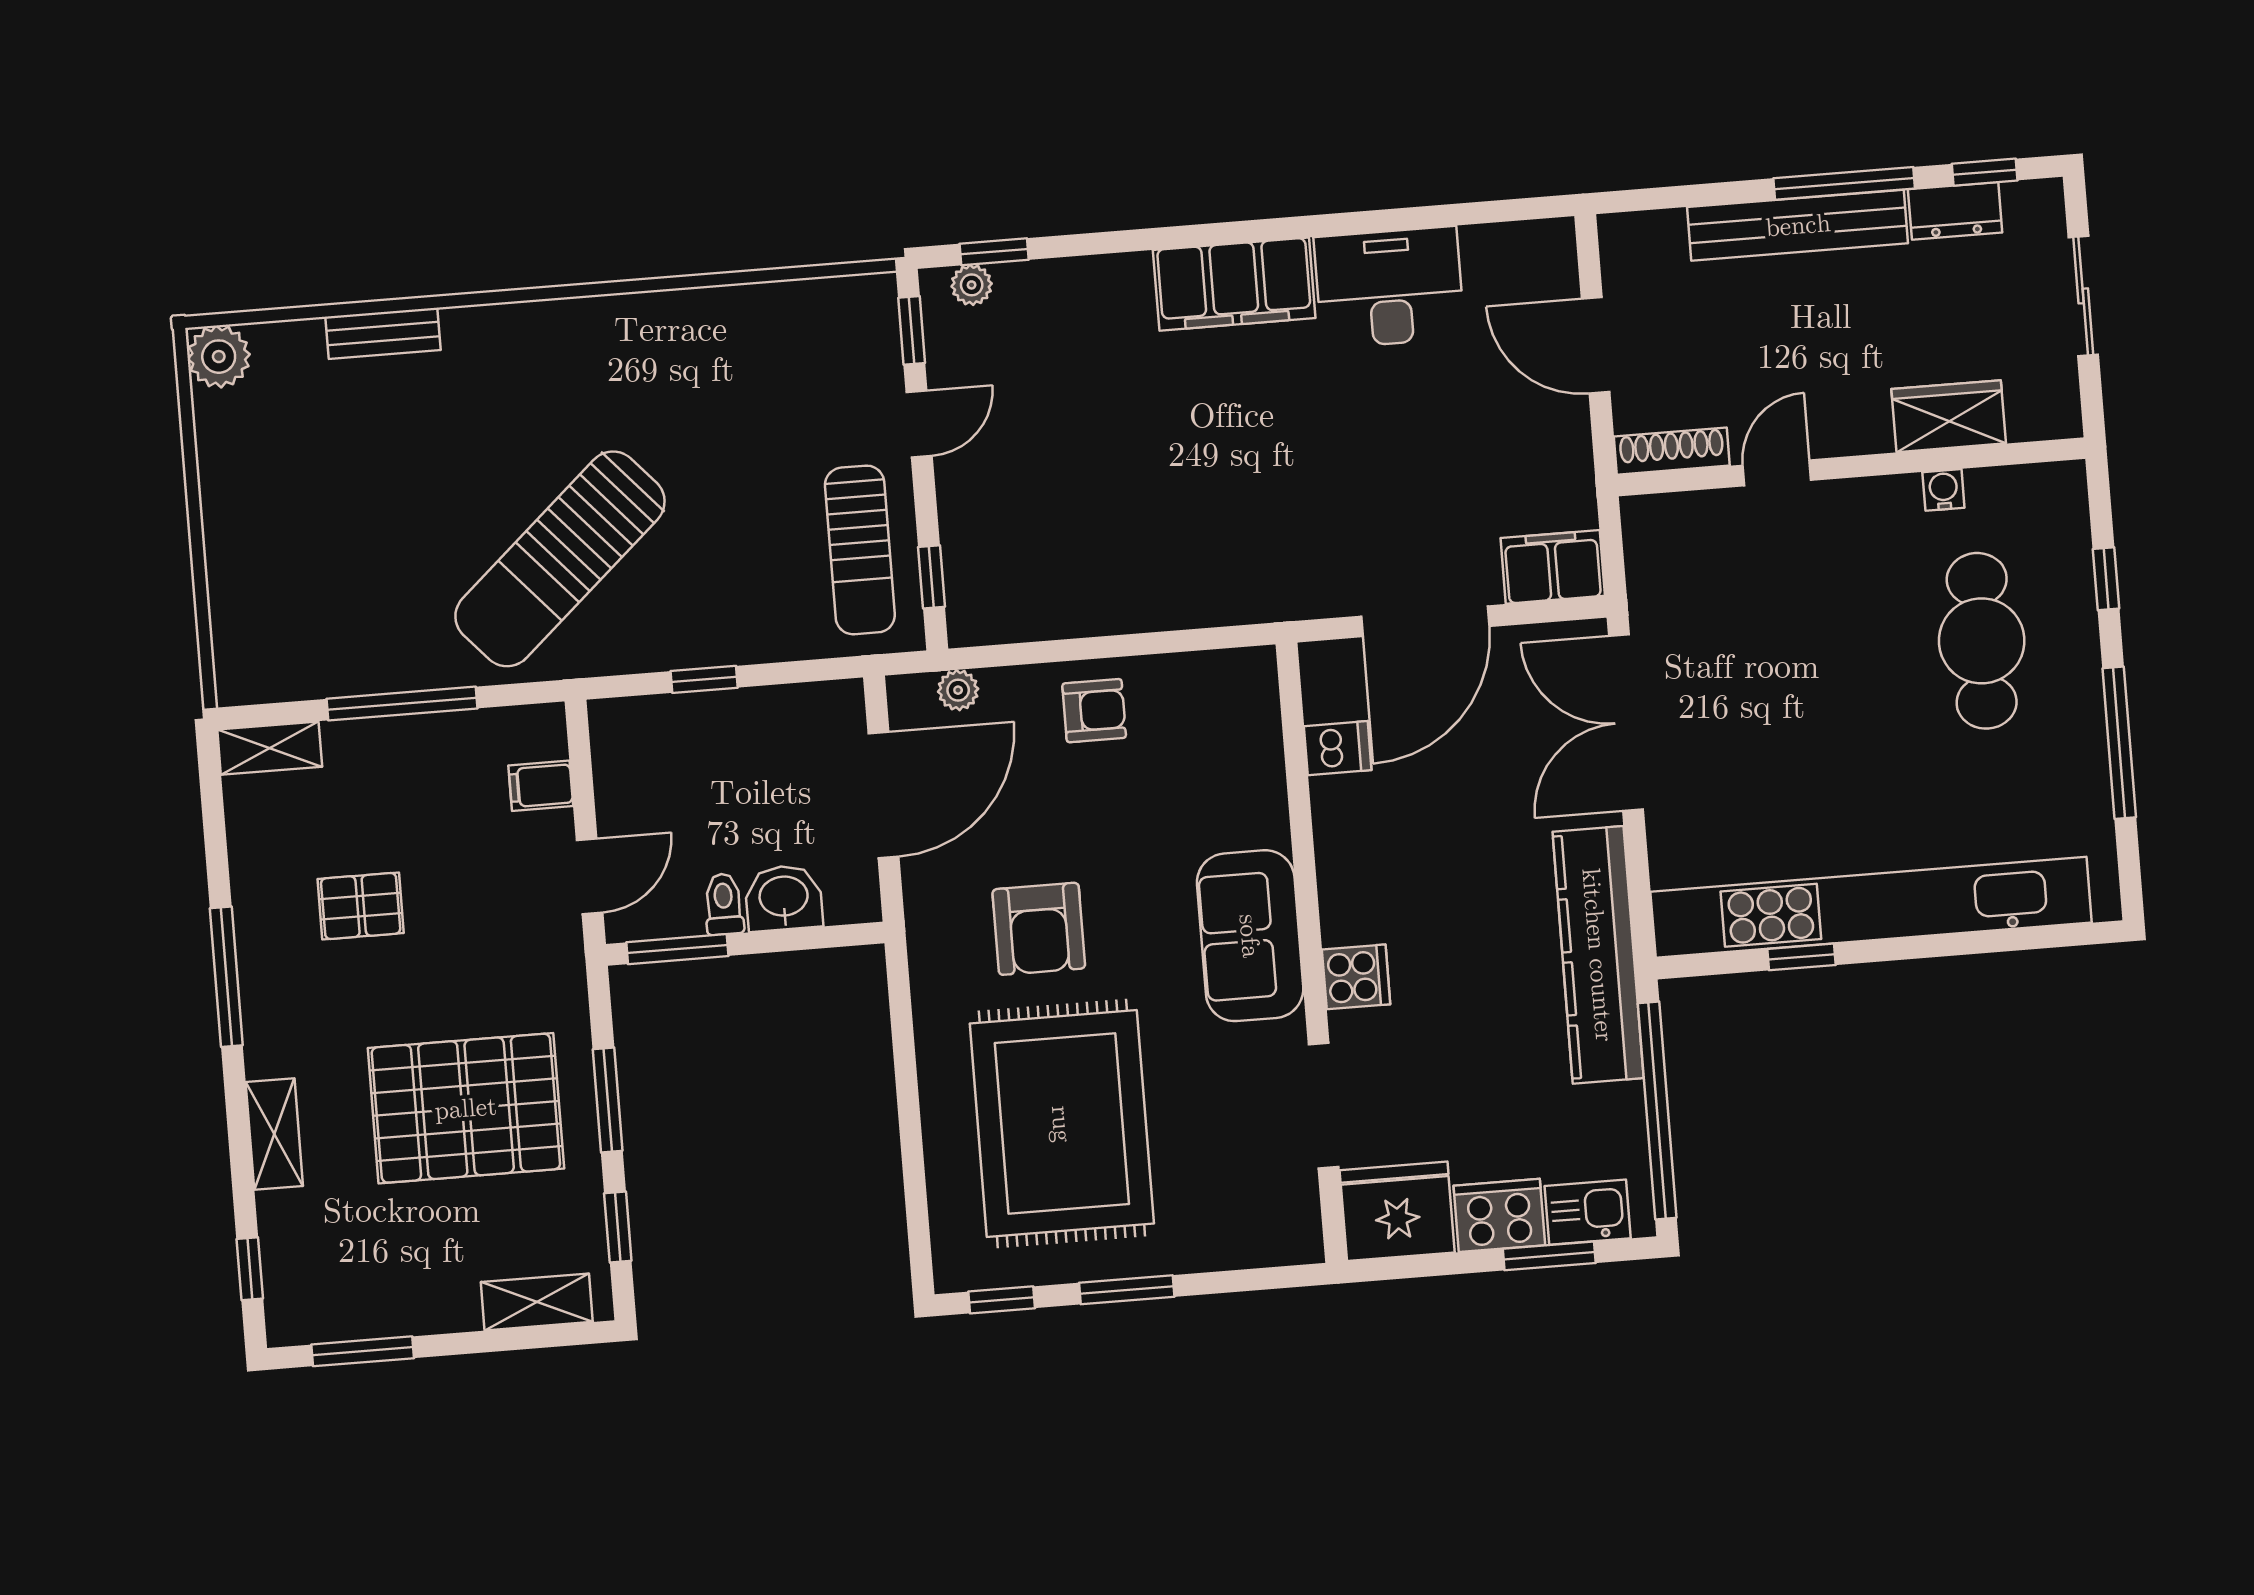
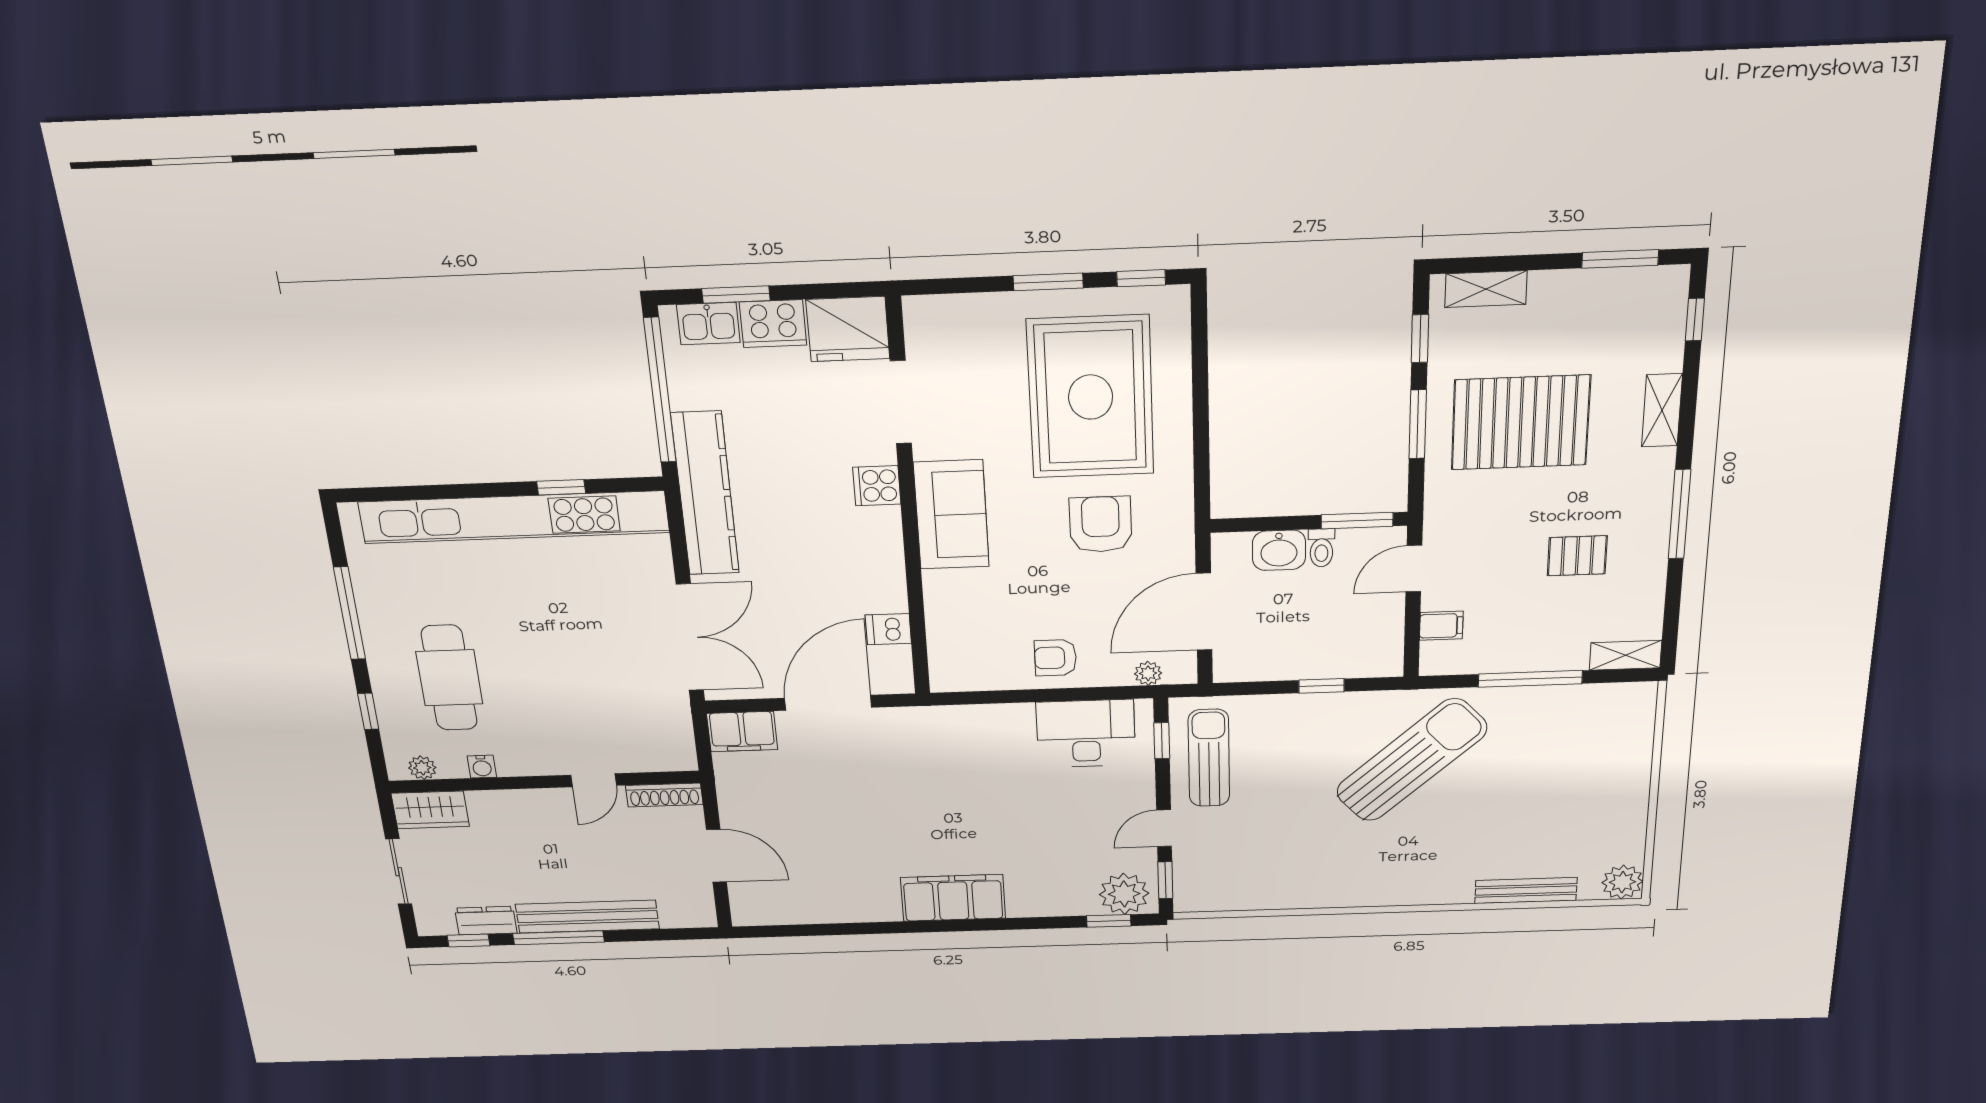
plant: (972, 285) -> (1124, 894), width x1.88, depth x1.88
desk: (1389, 287) -> (1086, 734), moved, turned 180
bench: (383, 333) -> (1526, 890), width x1.36
wardrobe: (1949, 416) -> (430, 810), moved
plant: (2033, 484) -> (422, 768), added

